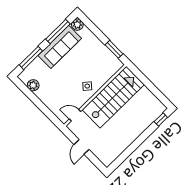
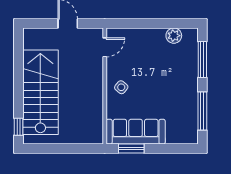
plant: (77, 25) -> (190, 136), removed
sofa: (60, 47) -> (136, 132), moved, turned 90
stairs: (113, 97) -> (40, 92), moved, turned 180

